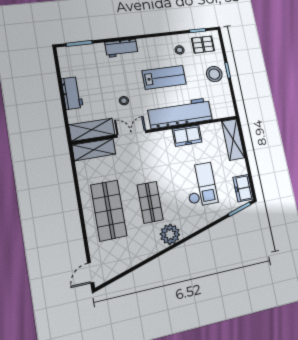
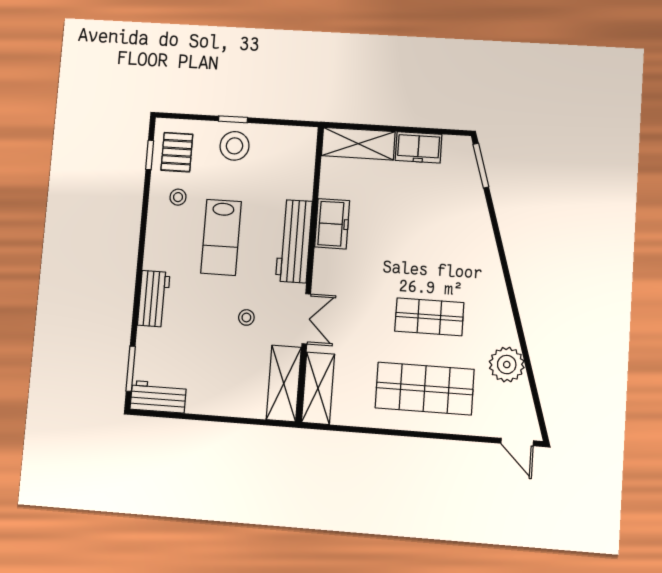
lab bench: (164, 77) -> (221, 237), turned 180
workbench: (72, 93) -> (158, 397), moved
workbench: (180, 113) -> (294, 241), width x0.73, depth x0.76
double door: (132, 134) -> (306, 319), swing flipped
checkout: (201, 185) -> (422, 222), removed
freezer: (243, 188) -> (419, 147), moved
plant: (170, 234) -> (507, 365), moved

